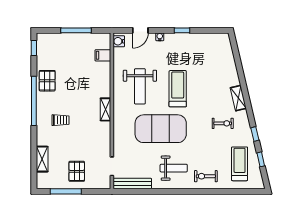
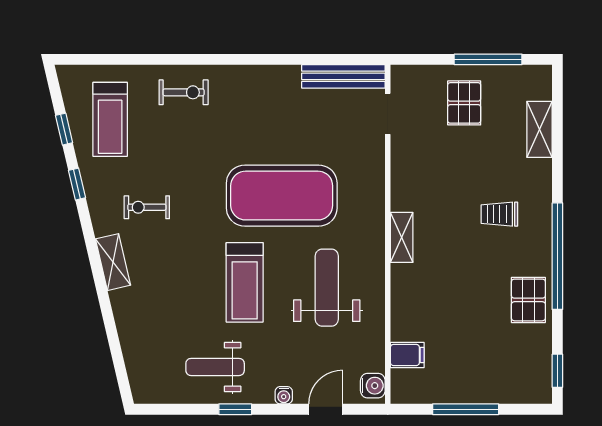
weight bench: (174, 168) -> (215, 367), moved

